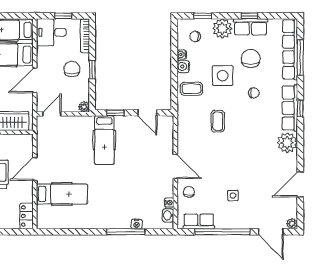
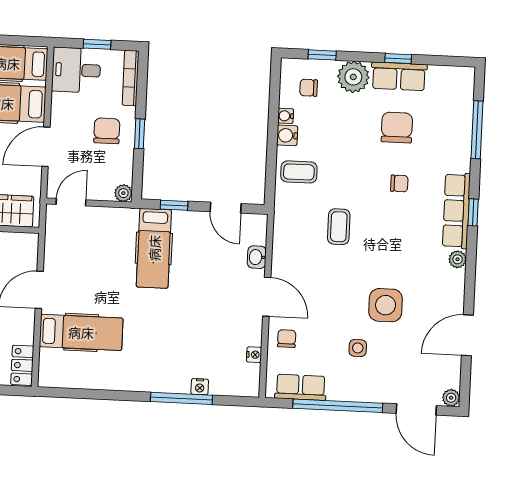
row of seats: (290, 49) -> (461, 116), removed
side table: (223, 76) -> (386, 305), moved
plant: (287, 143) -> (458, 259), width x0.53, depth x0.53
washbasin: (168, 215) -> (257, 257), moved

